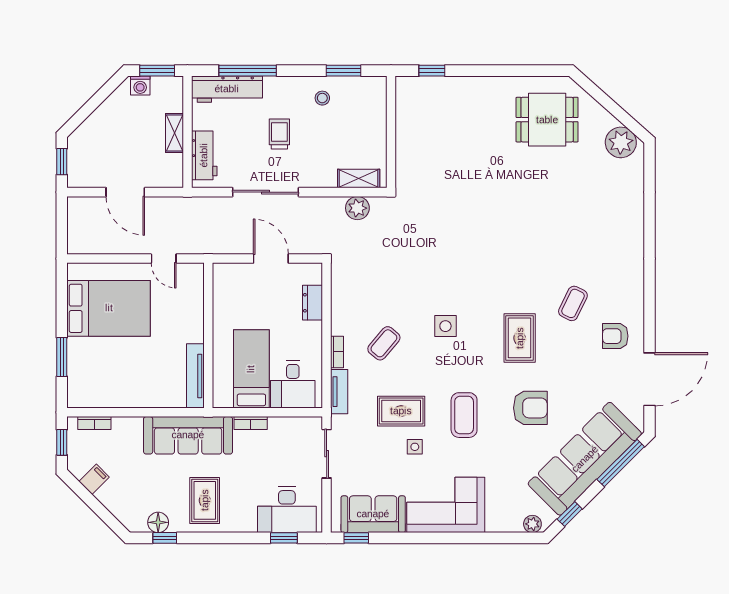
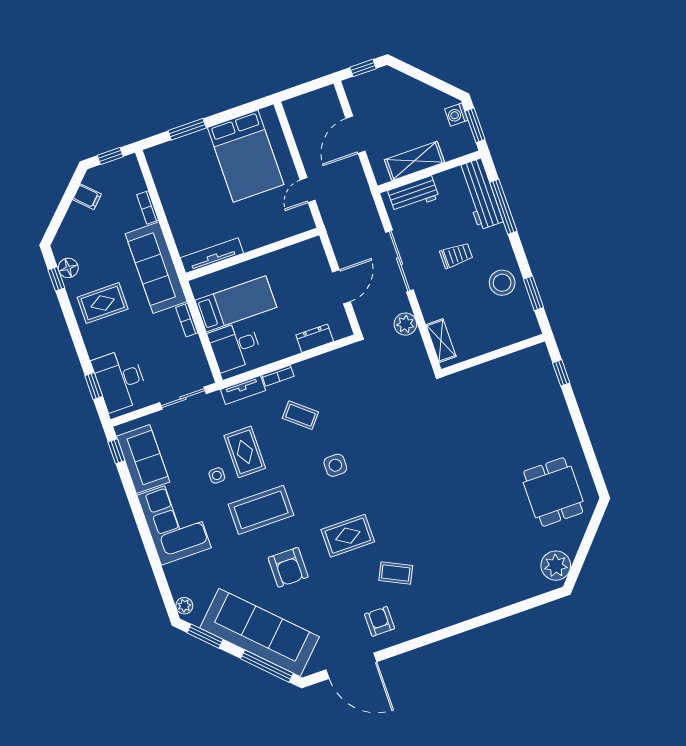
stool: (322, 98) -> (502, 283), width x1.89, depth x1.89
shelving: (174, 133) -> (415, 161), width x1.50, depth x1.33
plant: (357, 208) -> (405, 324), moved
coffee table: (464, 415) -> (261, 510), width x1.36, depth x1.32
bookcase: (94, 423) -> (148, 207), moved
window: (570, 514) -> (205, 636), width x1.50

